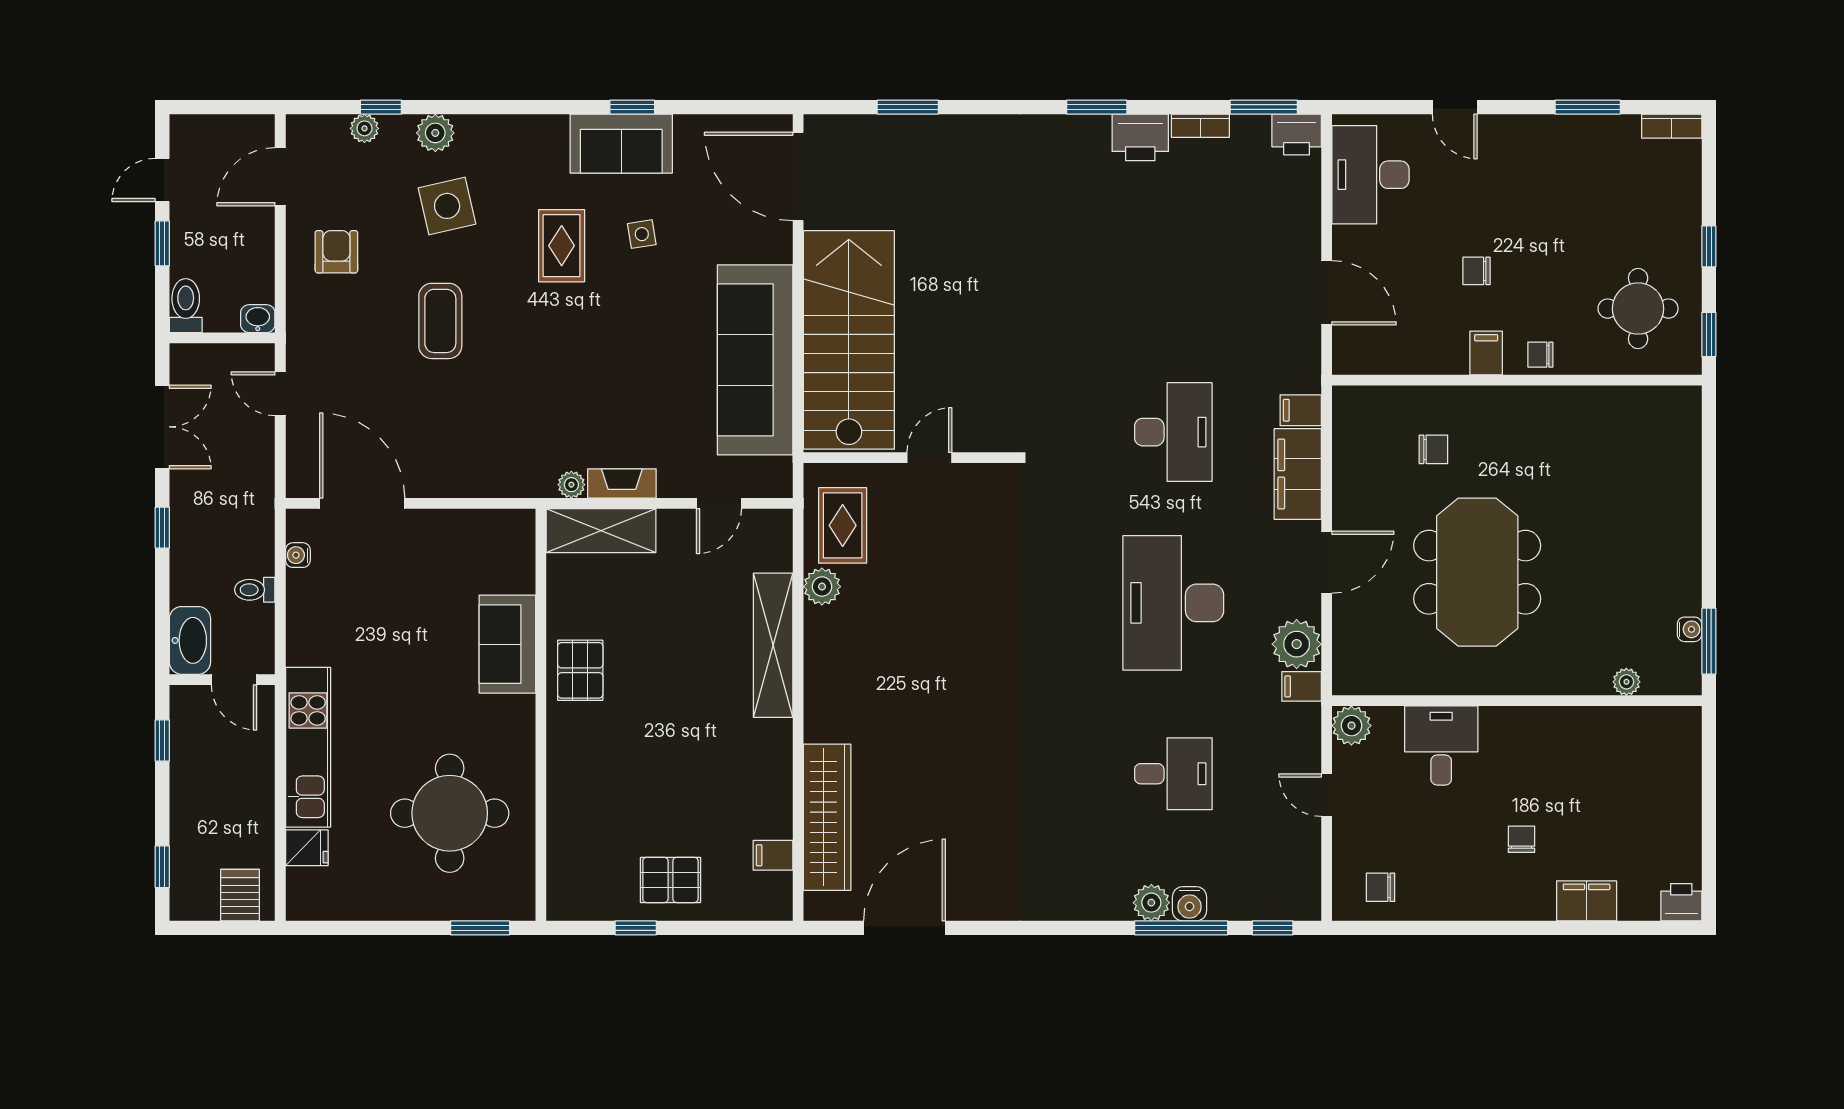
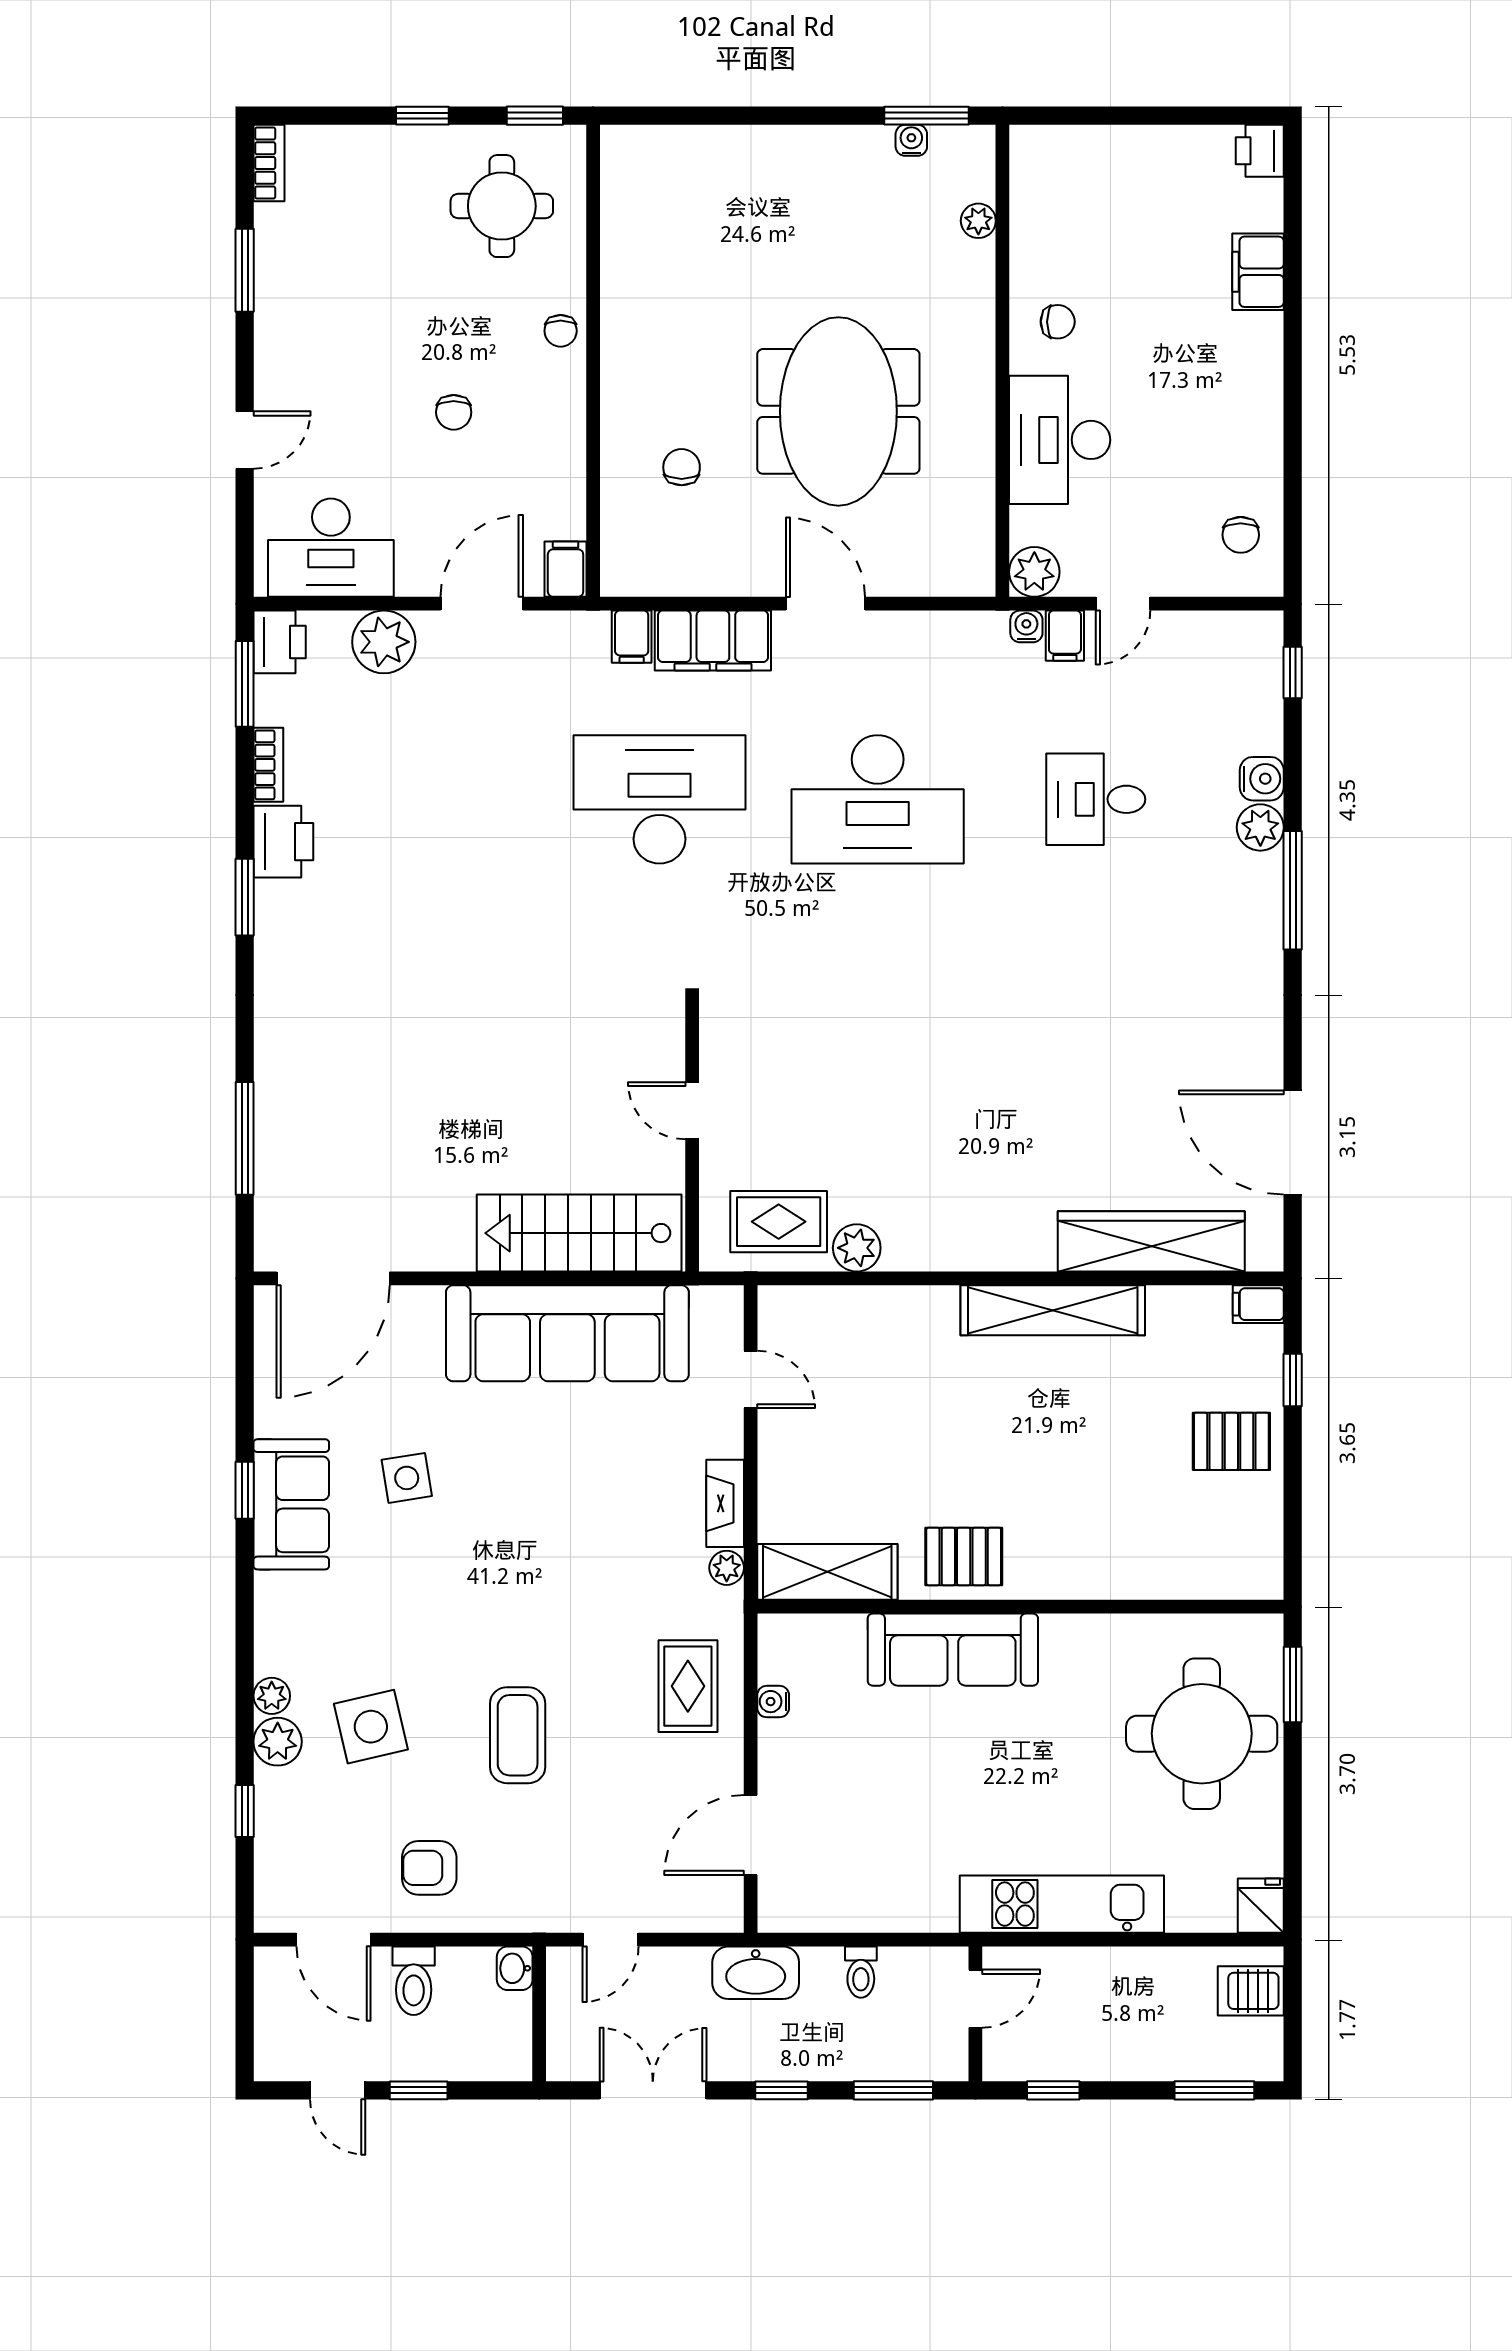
window: (908, 107) -> (245, 1138), width x1.44
plant: (364, 128) -> (272, 1696), moved
side table: (642, 234) -> (407, 1478), width x1.37, depth x1.37
rug: (562, 246) -> (688, 1686), moved, turned 90
toilet: (186, 306) -> (414, 1981), moved, turned -90
coffee table: (440, 321) -> (518, 1735), turned 90
stairs: (849, 340) -> (579, 1233), width x0.73, depth x0.66
filing cabinet: (1486, 353) -> (566, 569), moved, turned 90
desk: (1173, 432) -> (660, 799), width x1.36, depth x1.30
door: (362, 503) -> (751, 1835), width x0.73
shelving: (601, 531) -> (827, 1572), moved, turned 90
water cooler: (298, 555) -> (773, 1702), moved, turned 90
meeting table: (1477, 572) -> (838, 411), turned 90
window: (162, 615) -> (893, 2090), added
washbasin: (190, 640) -> (756, 1973), moved, turned 180
sofa: (507, 644) -> (953, 1650), width x1.36
plant: (1297, 644) -> (384, 642), moved
shelving: (773, 645) -> (1053, 1310), moved
filing cabinet: (1302, 686) -> (1065, 636), moved
water cooler: (1309, 719) -> (1026, 626), added
desk: (1441, 746) -> (1060, 440), width x1.37
desk: (1173, 774) -> (1096, 799), turned -90
round table: (450, 813) -> (1202, 1734), moved
chair: (1522, 839) -> (1058, 322), moved, turned 180
fridge: (307, 848) -> (1261, 1906), moved
filing cabinet: (773, 855) -> (1258, 1304), moved, turned 90
window: (162, 867) -> (1214, 2090), width x1.50
pallet: (670, 880) -> (1231, 1441), turned 90
window: (636, 928) -> (1293, 1380), moved
window: (1181, 928) -> (1293, 890), moved

